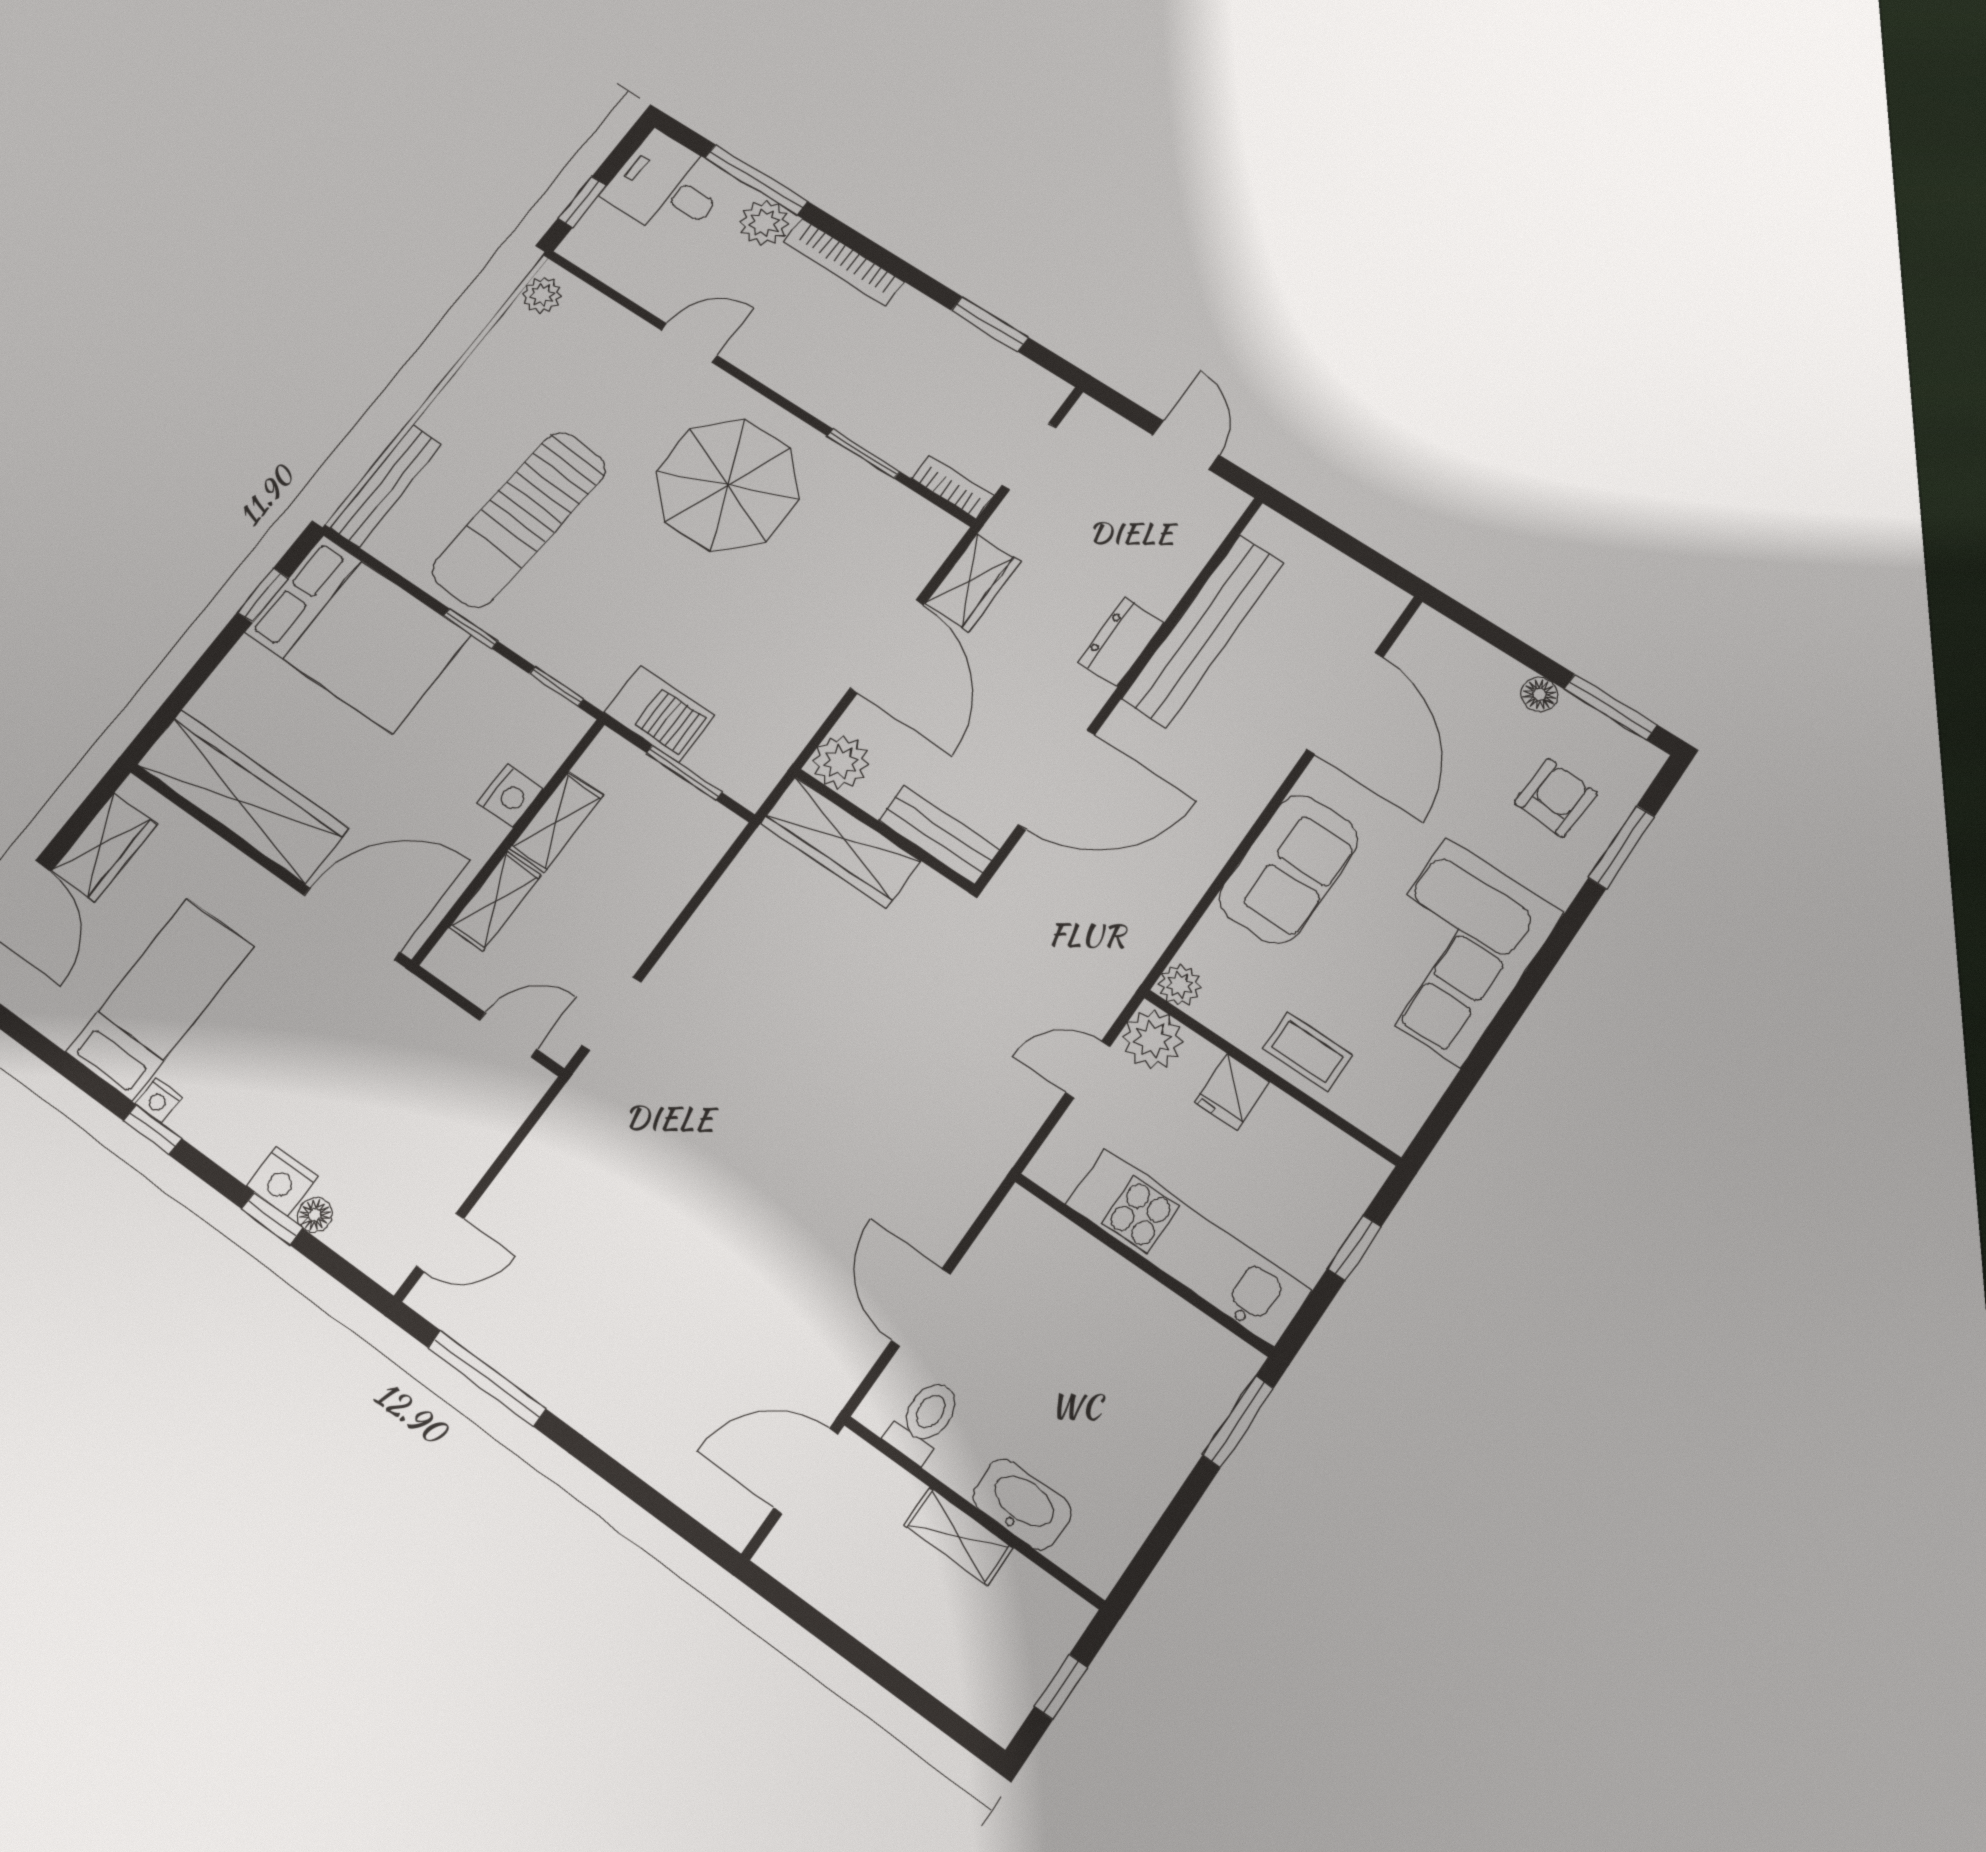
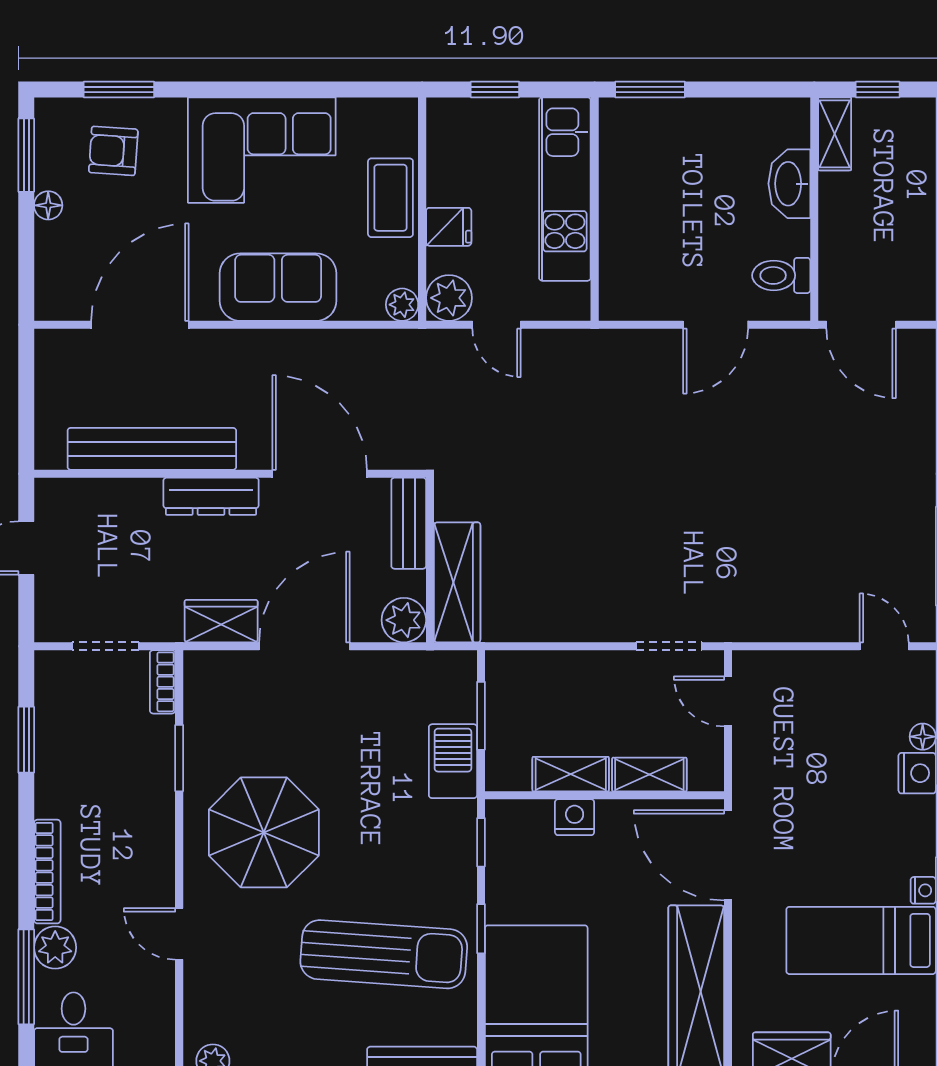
dresser: (1121, 642) -> (211, 496), width x1.44
coffee table: (1307, 1052) -> (390, 198), width x1.36, depth x1.30
shelving: (958, 1536) -> (835, 134), moved

